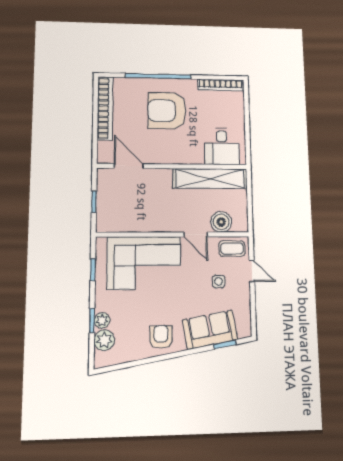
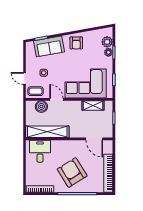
armchair: (167, 111) -> (72, 172), turned -122
shelving: (131, 224) -> (93, 105), added

